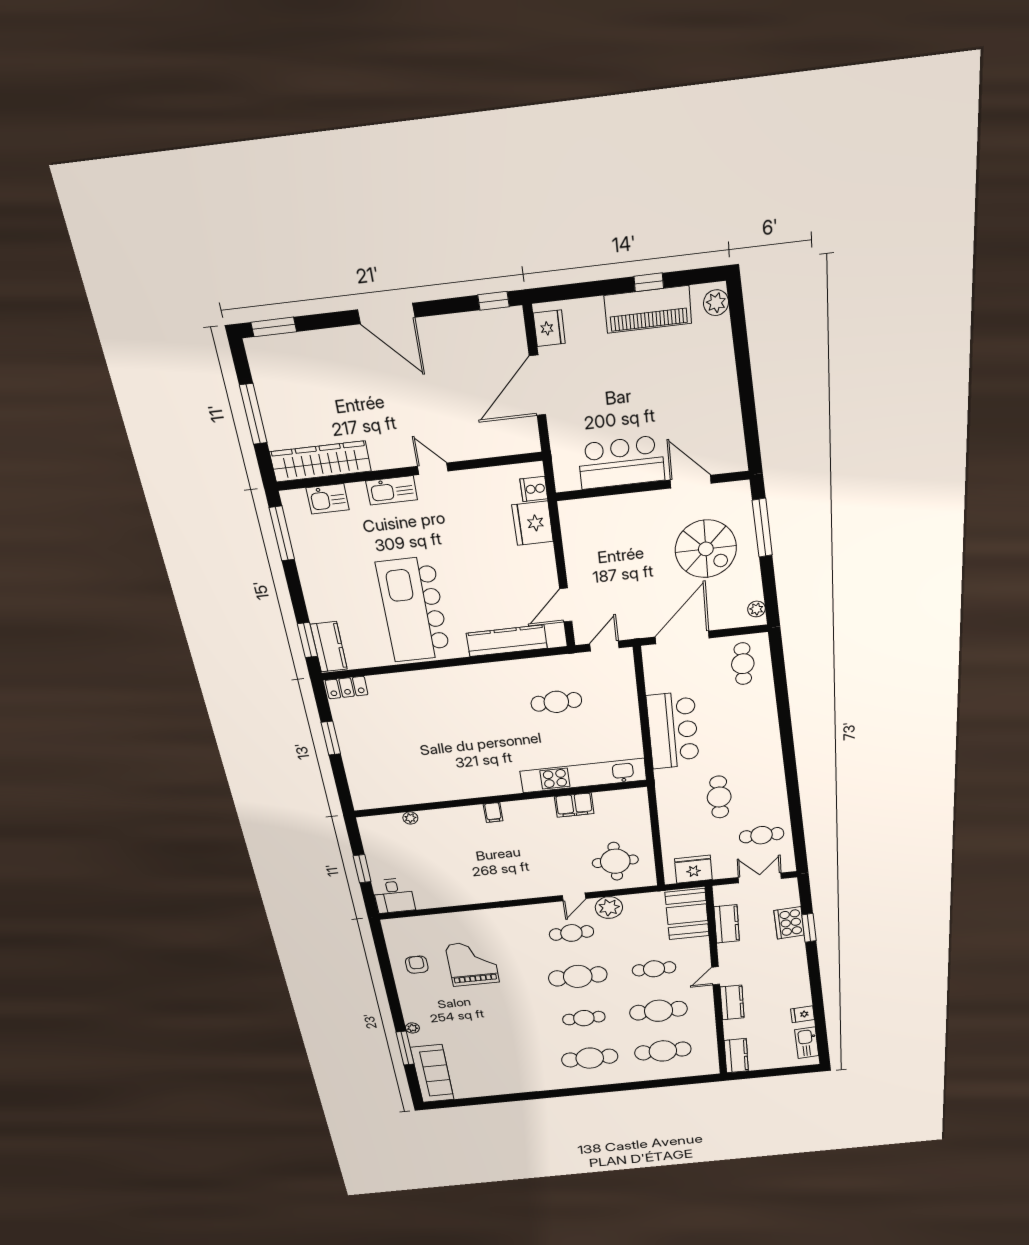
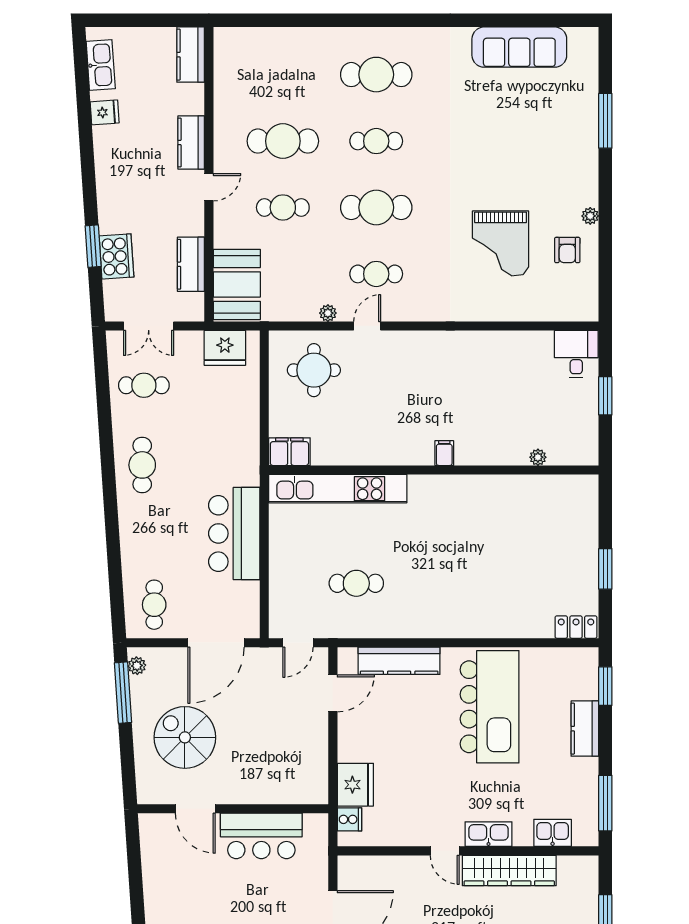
wardrobe: (320, 461) -> (509, 871), moved
window: (762, 528) -> (123, 693), moved
kitchen counter: (329, 647) -> (585, 729), moved
cafe table: (719, 797) -> (142, 465), moved
filing cabinet: (574, 805) -> (289, 452), moved
plant: (609, 908) -> (328, 313), width x0.53, depth x0.53
plant: (412, 1028) -> (590, 216), moved
cafe table: (663, 1051) -> (283, 75), removed
sofa: (432, 1074) -> (519, 47), moved, turned -90

